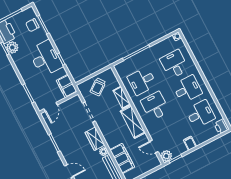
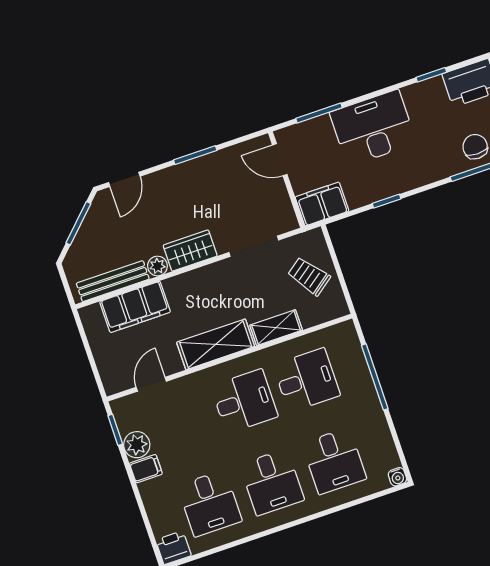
plant: (12, 47) -> (431, 92), removed
desk: (46, 58) -> (373, 128), moved, turned 180
desk: (174, 64) -> (334, 461), turned 90
desk: (142, 81) -> (307, 380), turned 90
plant: (166, 156) -> (137, 445), moved

